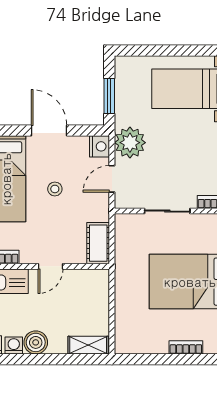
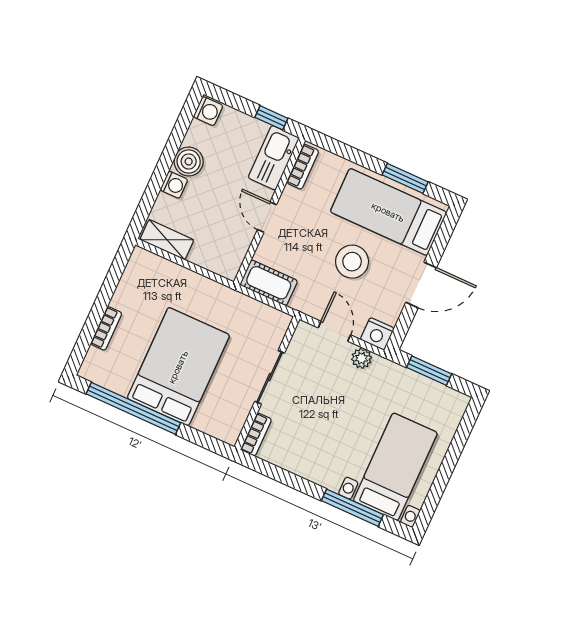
plant: (130, 143) -> (362, 358), width x0.53, depth x0.53
stool: (55, 189) -> (352, 262), width x1.89, depth x1.89
washing machine: (14, 345) -> (174, 185), moved
shelving: (88, 345) -> (167, 240), moved, turned 90

